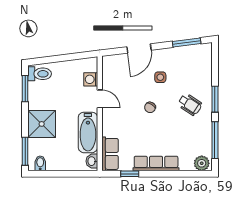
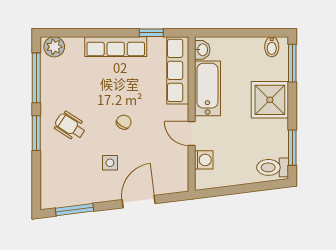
row of seats: (110, 154) -> (178, 70), width x1.48

